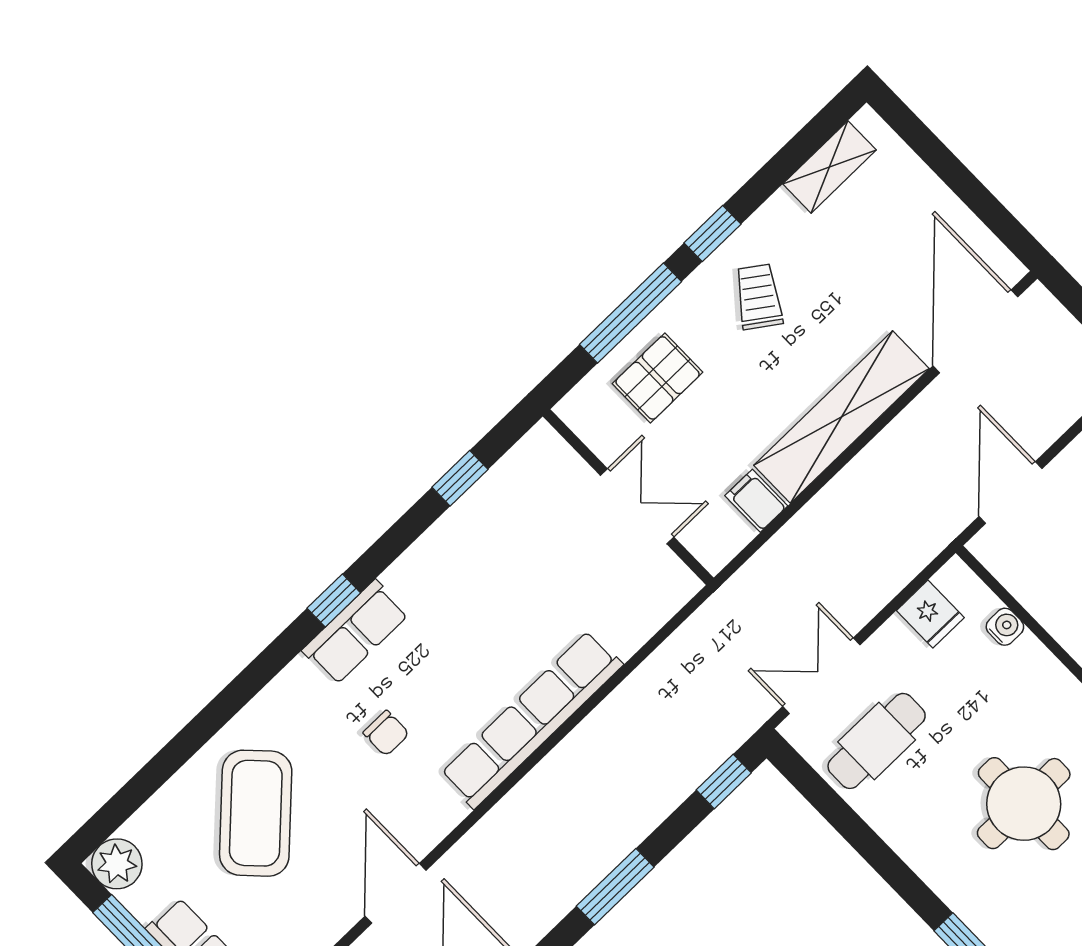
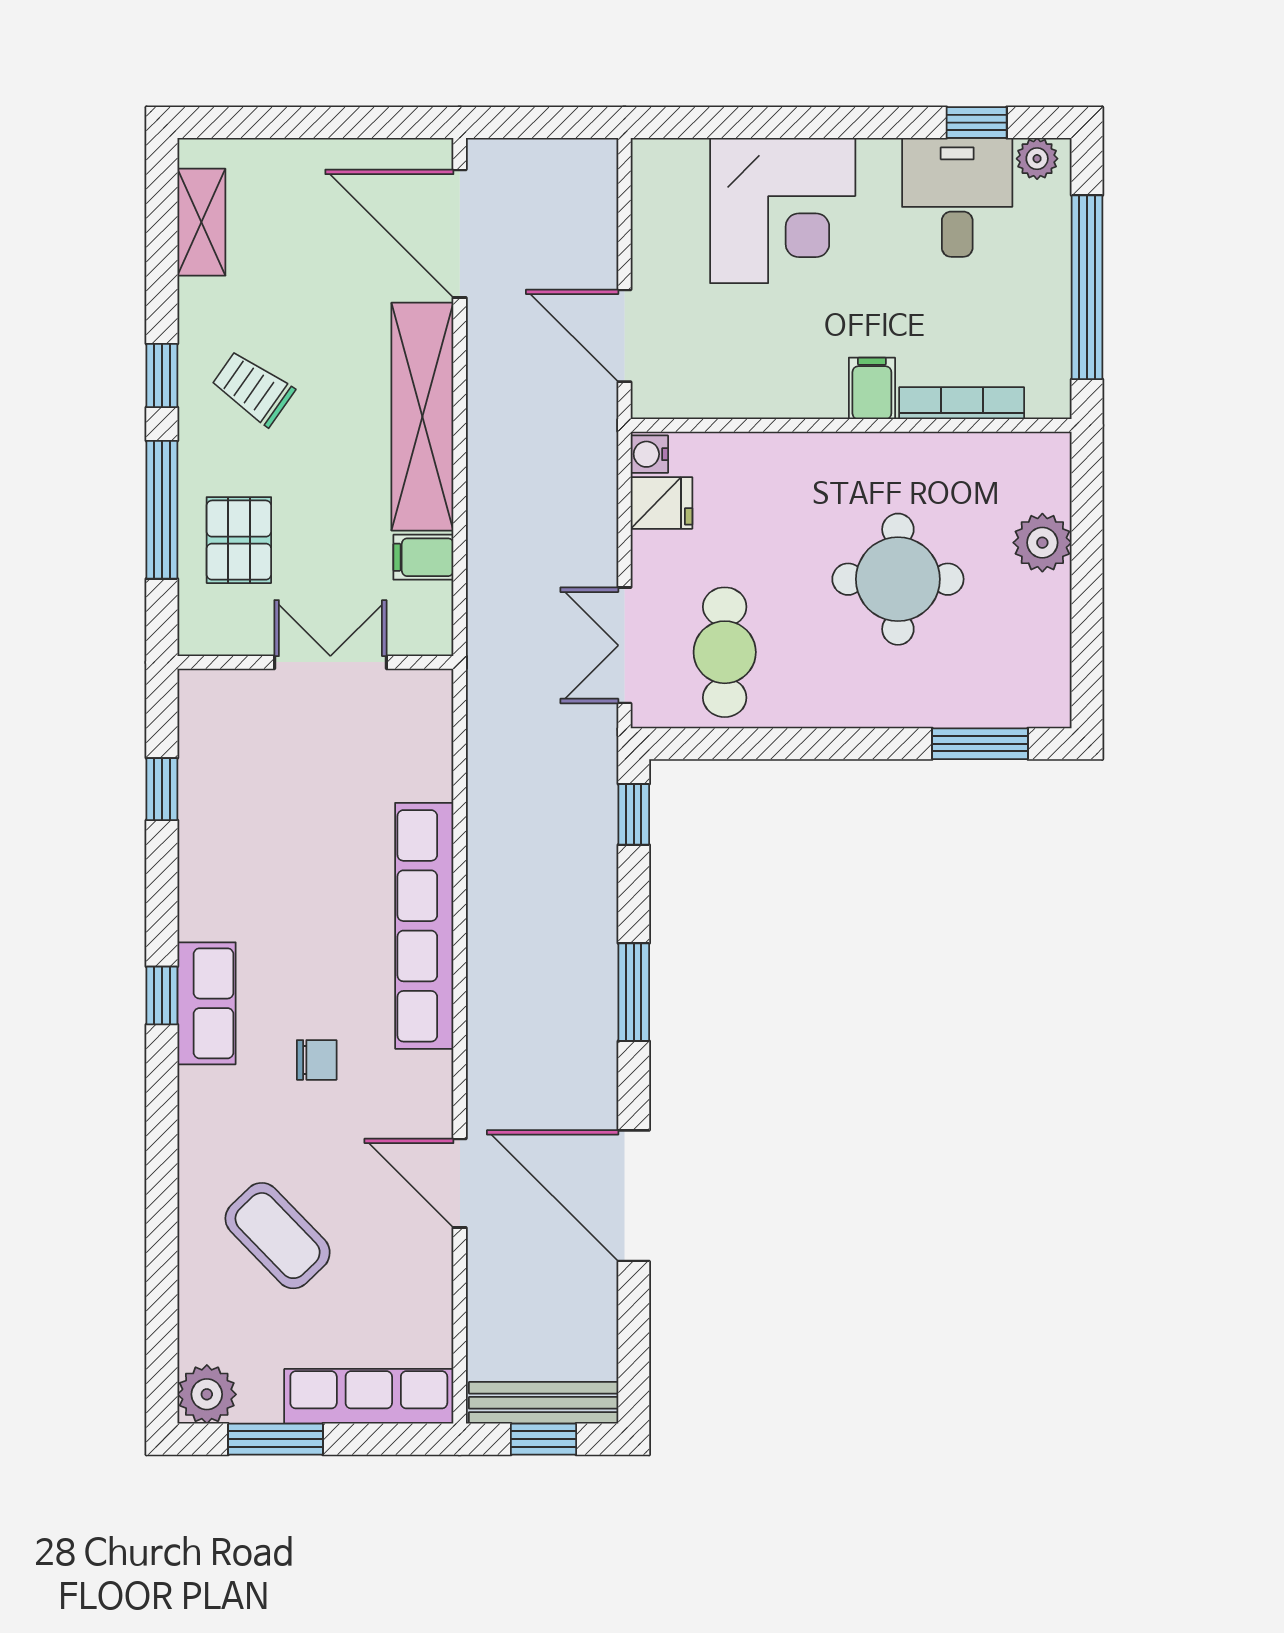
water cooler: (1005, 627) -> (649, 454), moved, turned -90
coffee table: (256, 813) -> (278, 1236), width x0.73, depth x0.76

